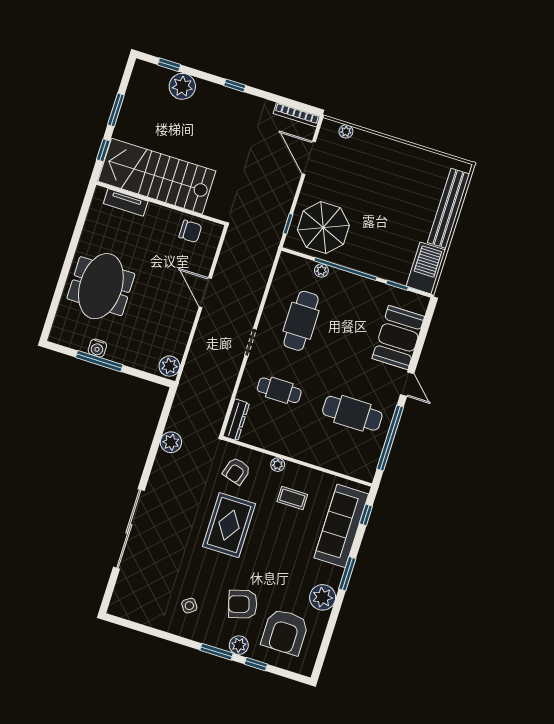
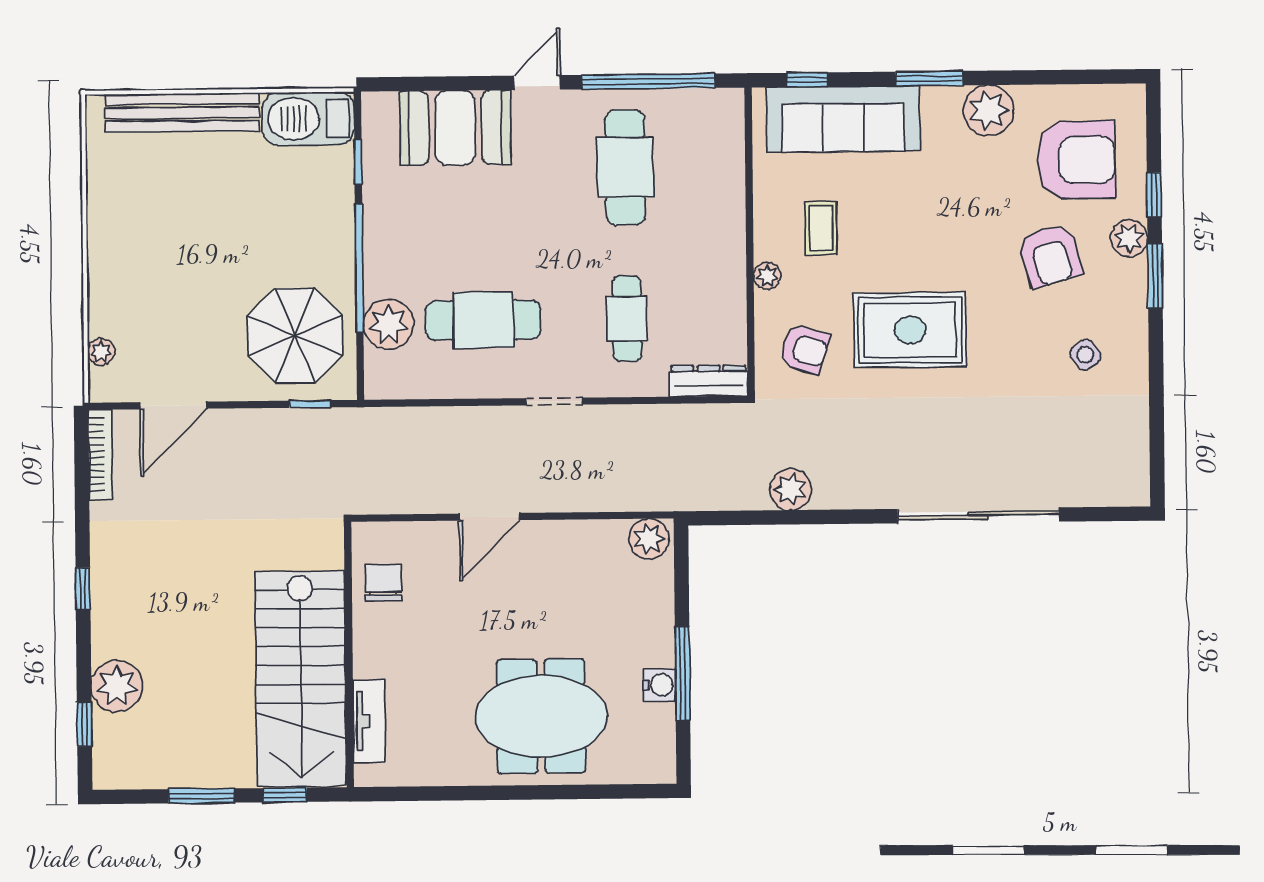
plant: (321, 270) -> (389, 324), width x1.88, depth x1.88

